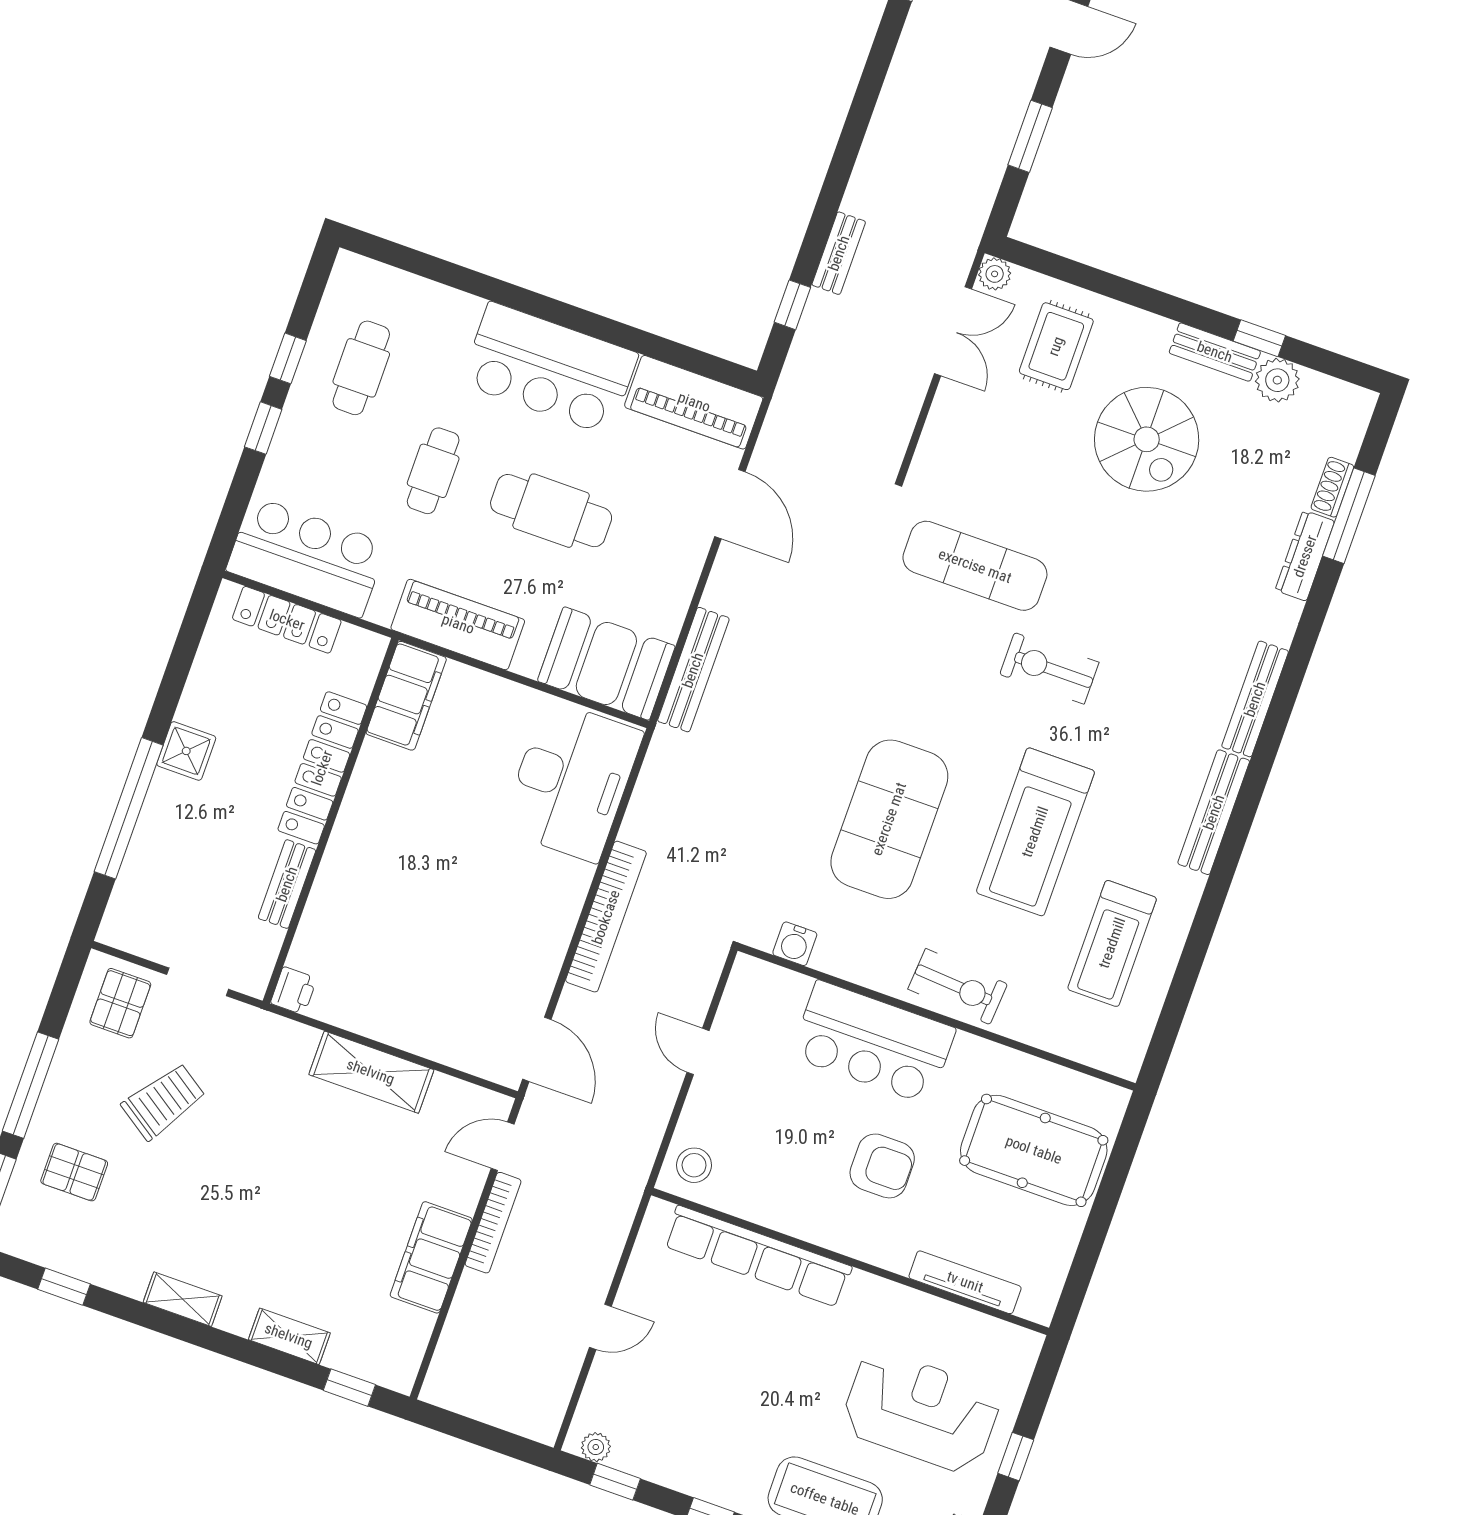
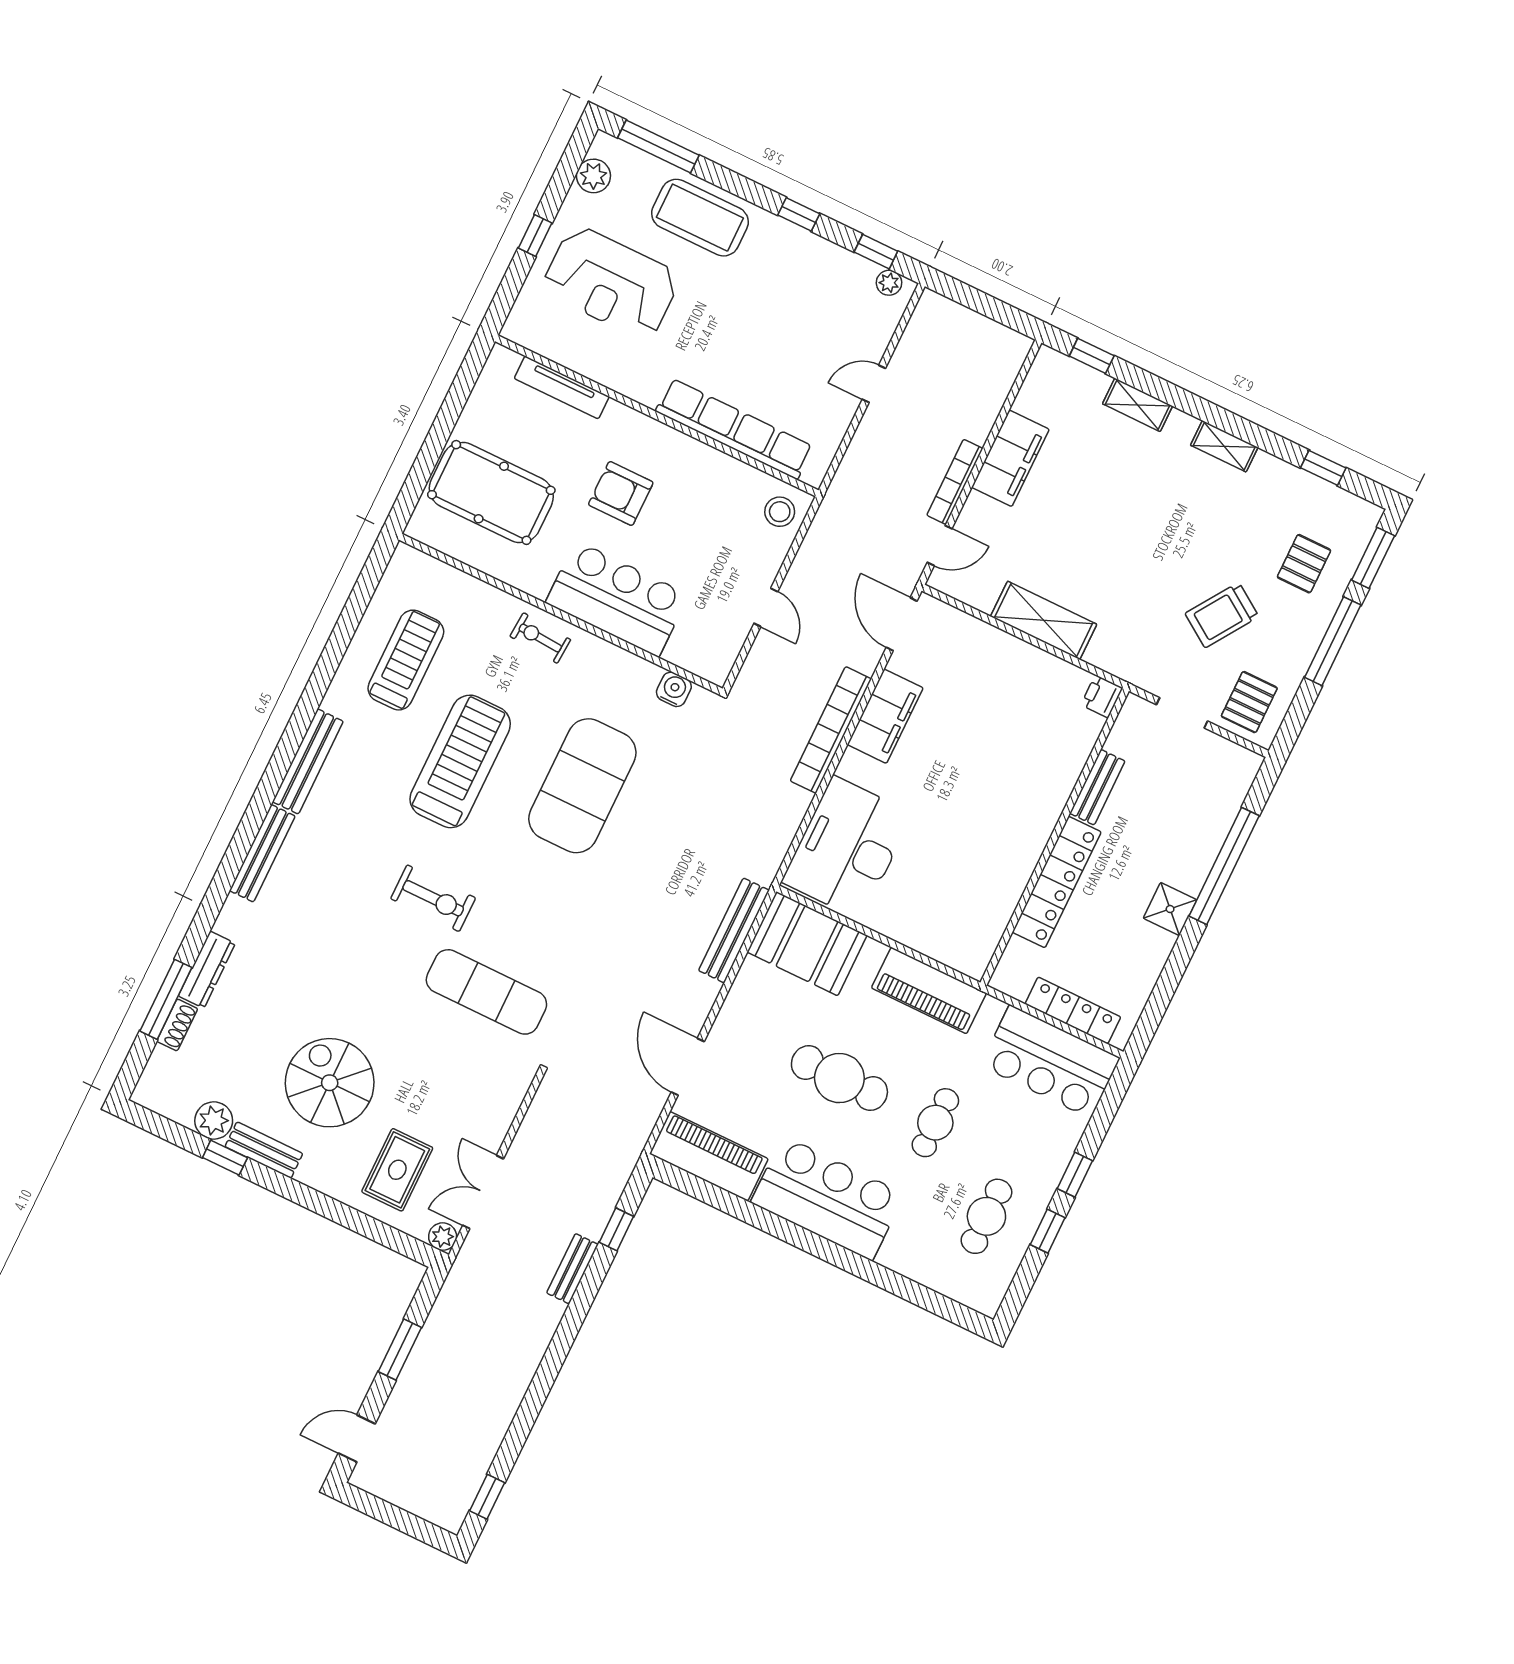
filing cabinet: (406, 696) -> (885, 716), moved, turned 180
exercise bike: (958, 987) -> (540, 638), width x0.73, depth x0.72
pallet: (74, 1172) -> (1304, 564), turned 90

